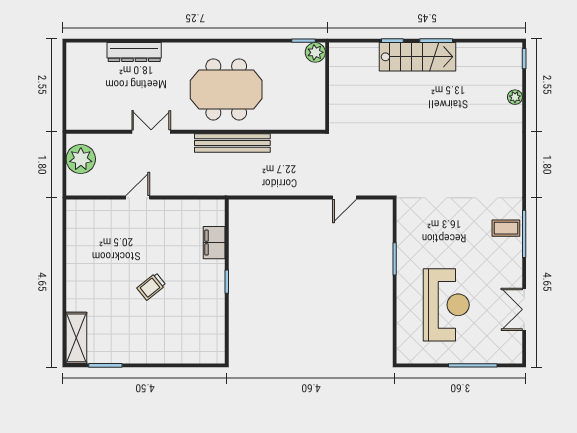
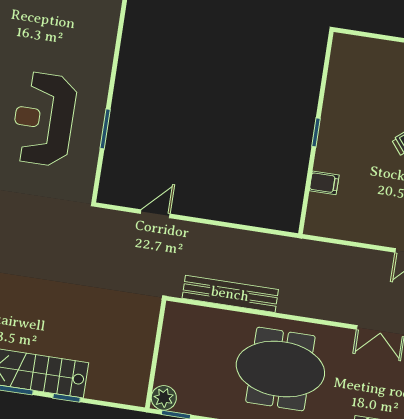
bench: (232, 143) -> (230, 294), moved
filing cabinet: (214, 243) -> (324, 183), width x0.50
reception desk: (446, 305) -> (44, 119), moved

